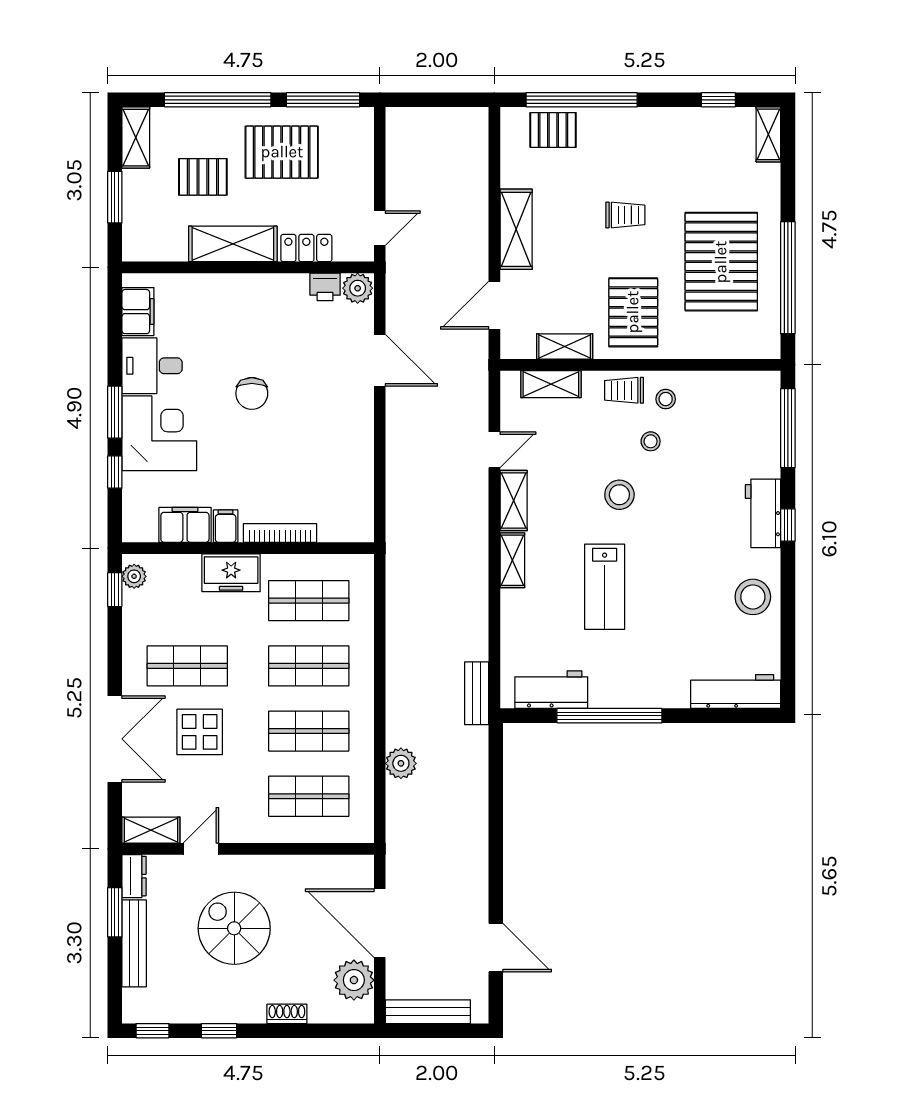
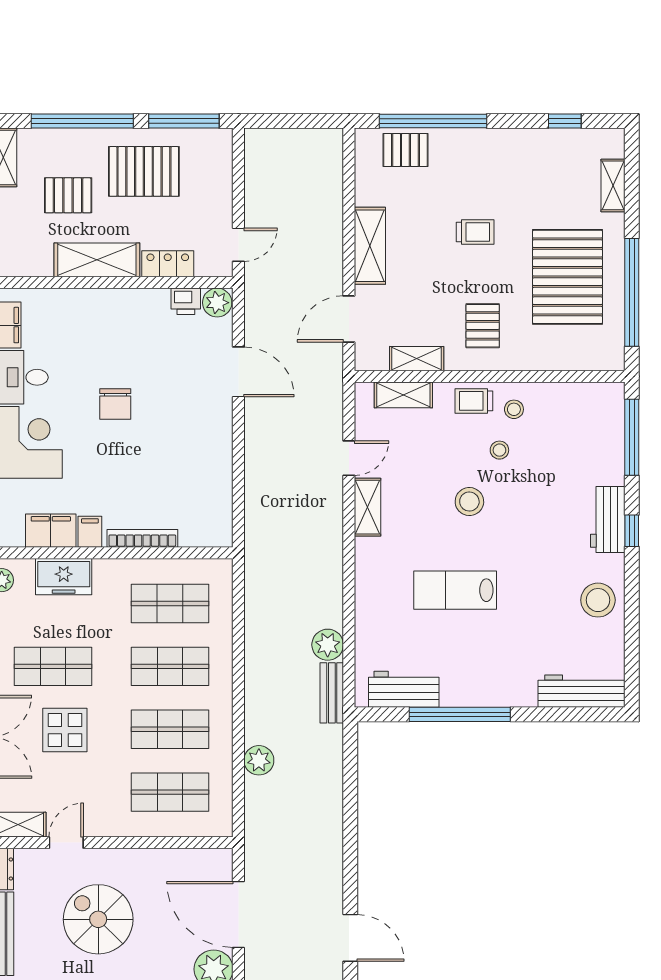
shelving: (768, 134) -> (613, 185), moved
pallet: (633, 312) -> (483, 326), width x0.67, depth x0.71
shelving: (512, 560) -> (366, 565), removed
freezer: (231, 573) -> (64, 577), moved
lab bench: (605, 587) -> (455, 590), turned 90
plant: (472, 643) -> (328, 645), added

